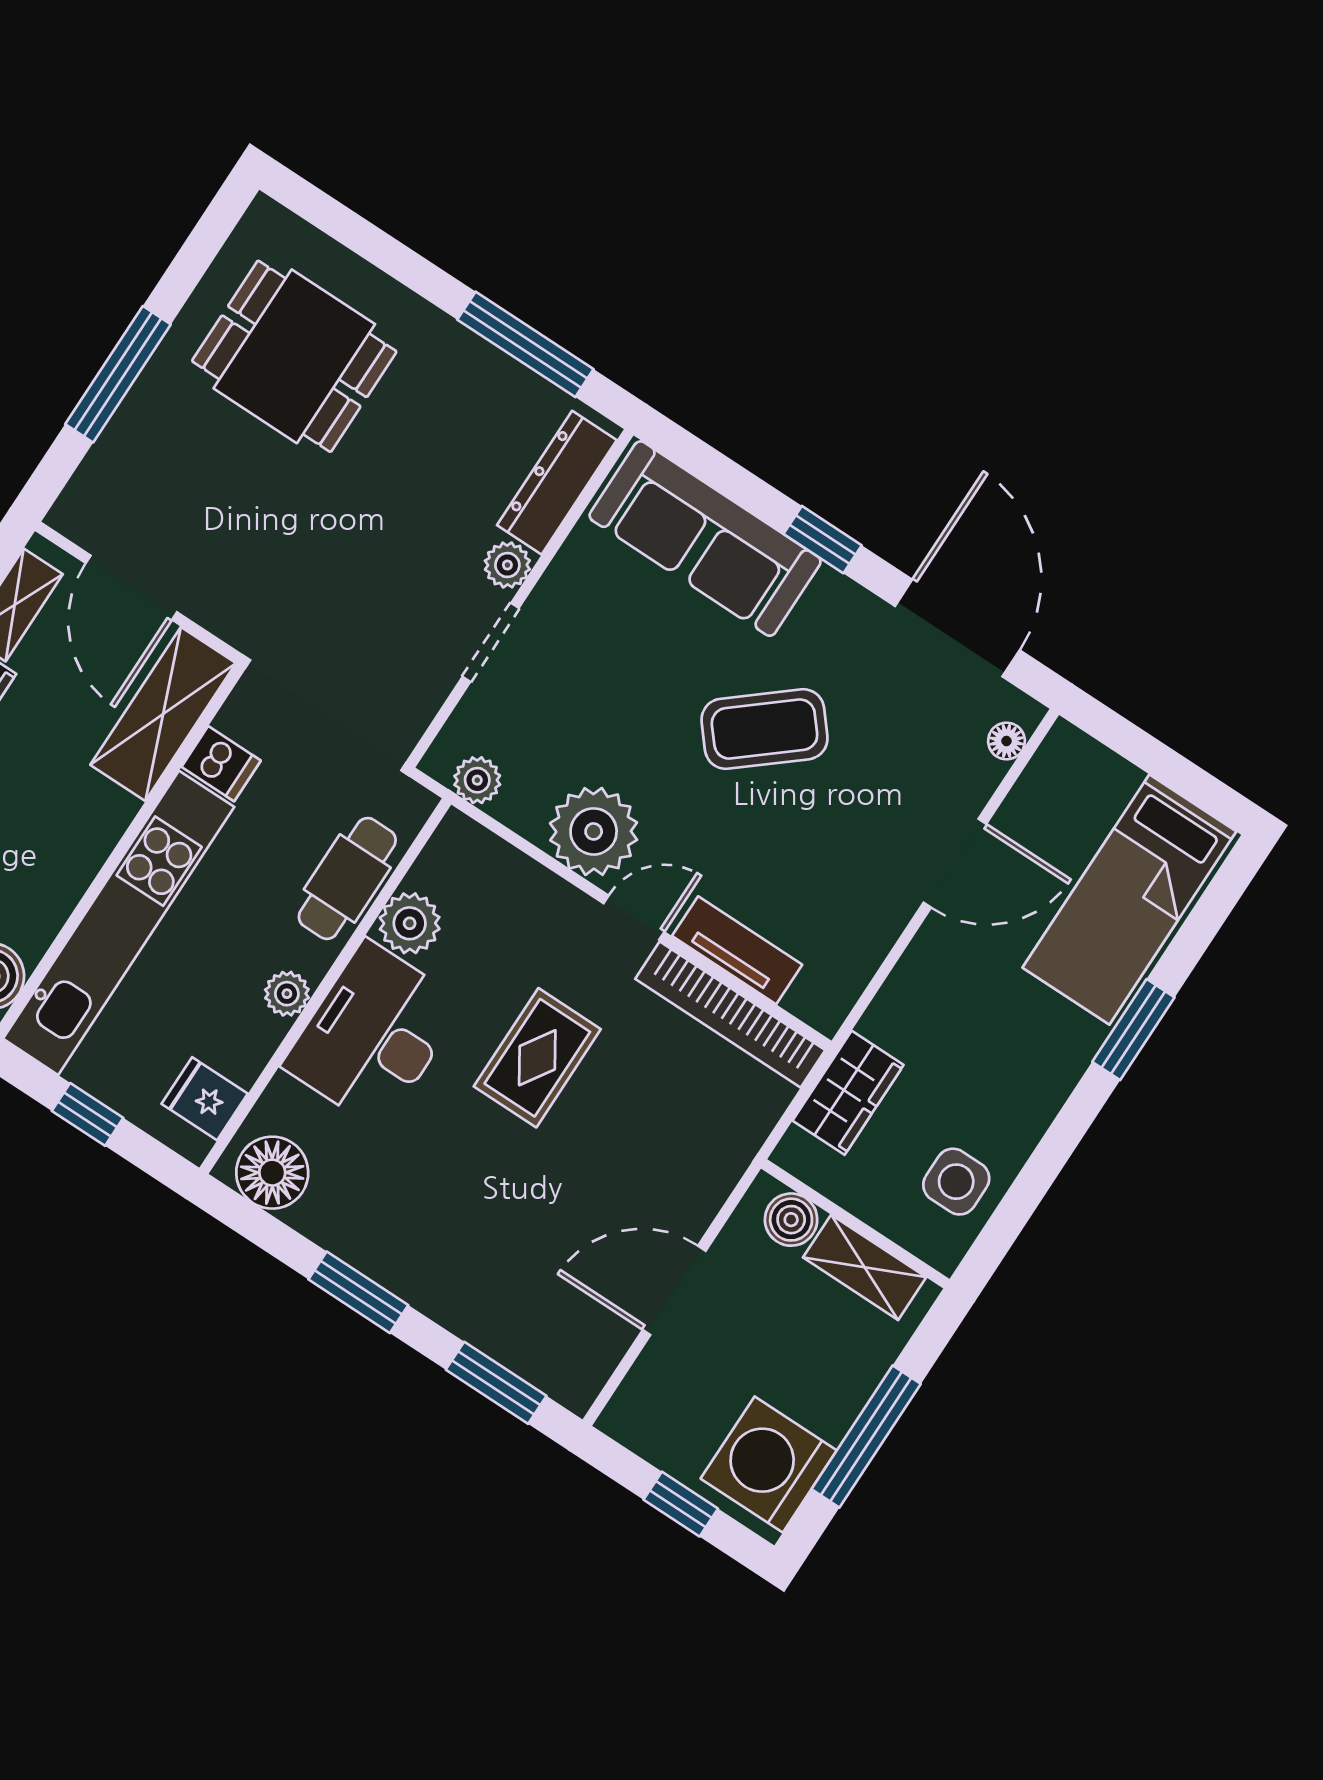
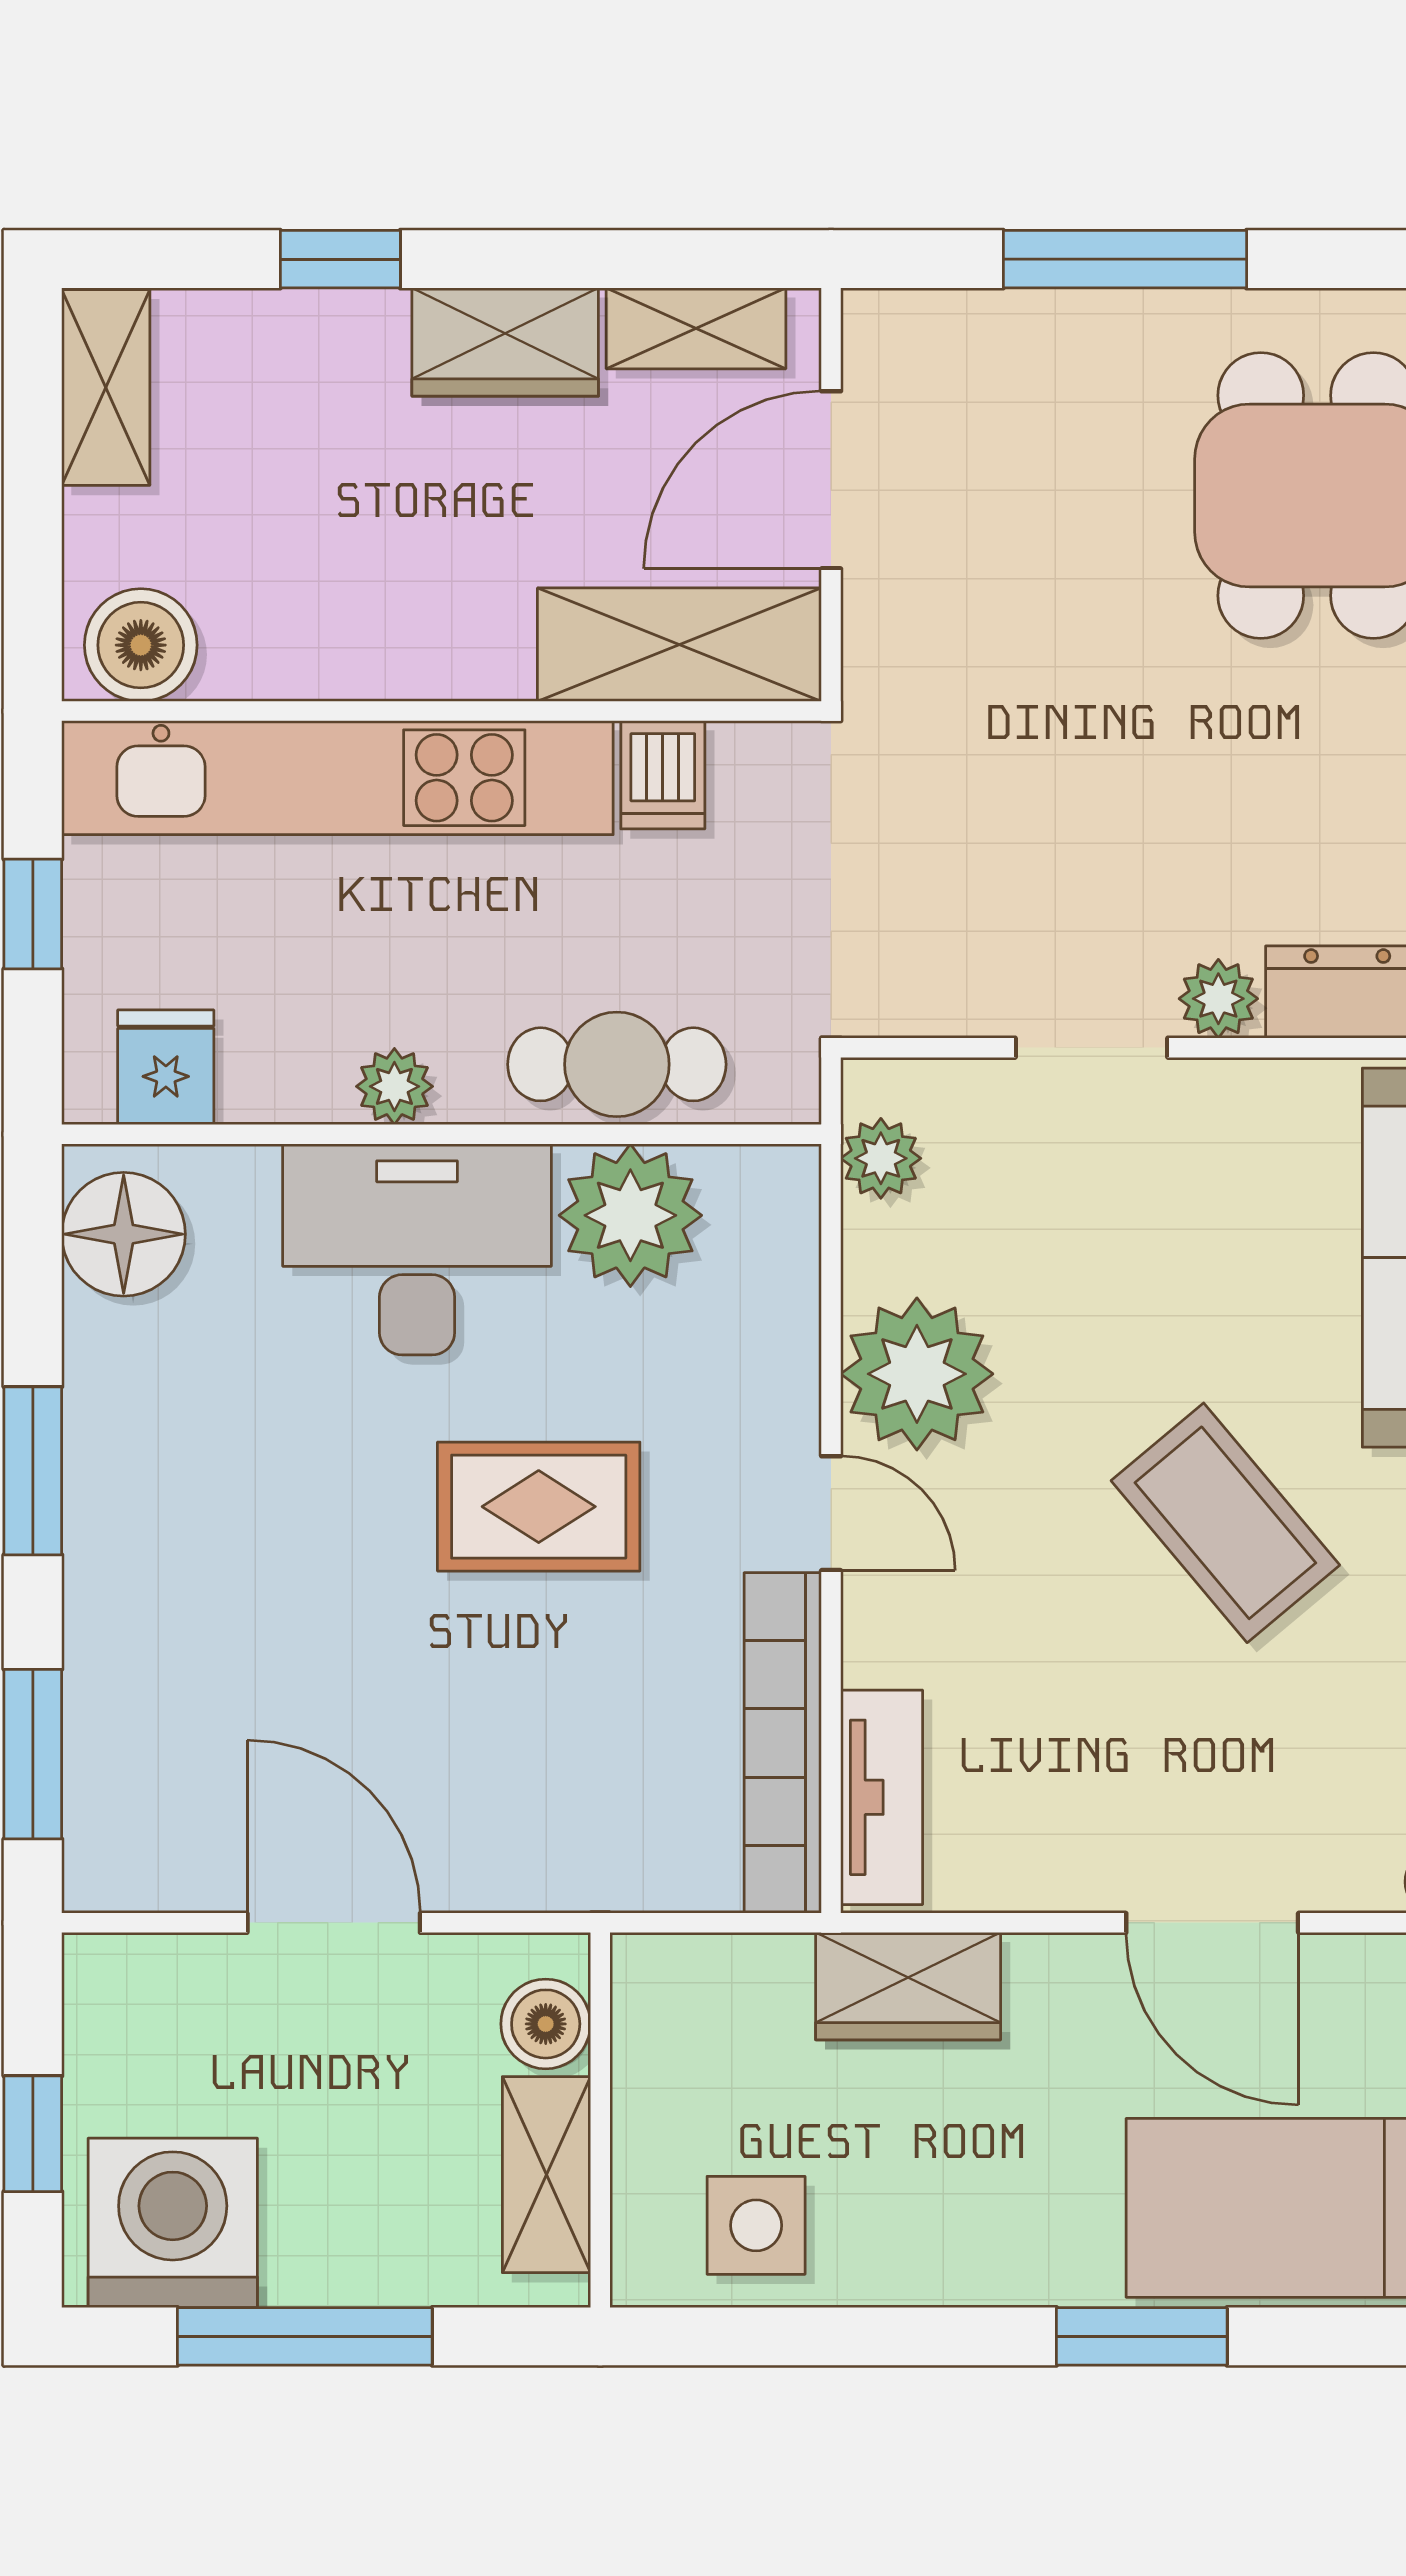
plant: (410, 923) -> (630, 1215), width x1.36, depth x1.36
tv unit: (737, 950) -> (882, 1797), moved
wardrobe: (848, 1093) -> (908, 1986), moved

